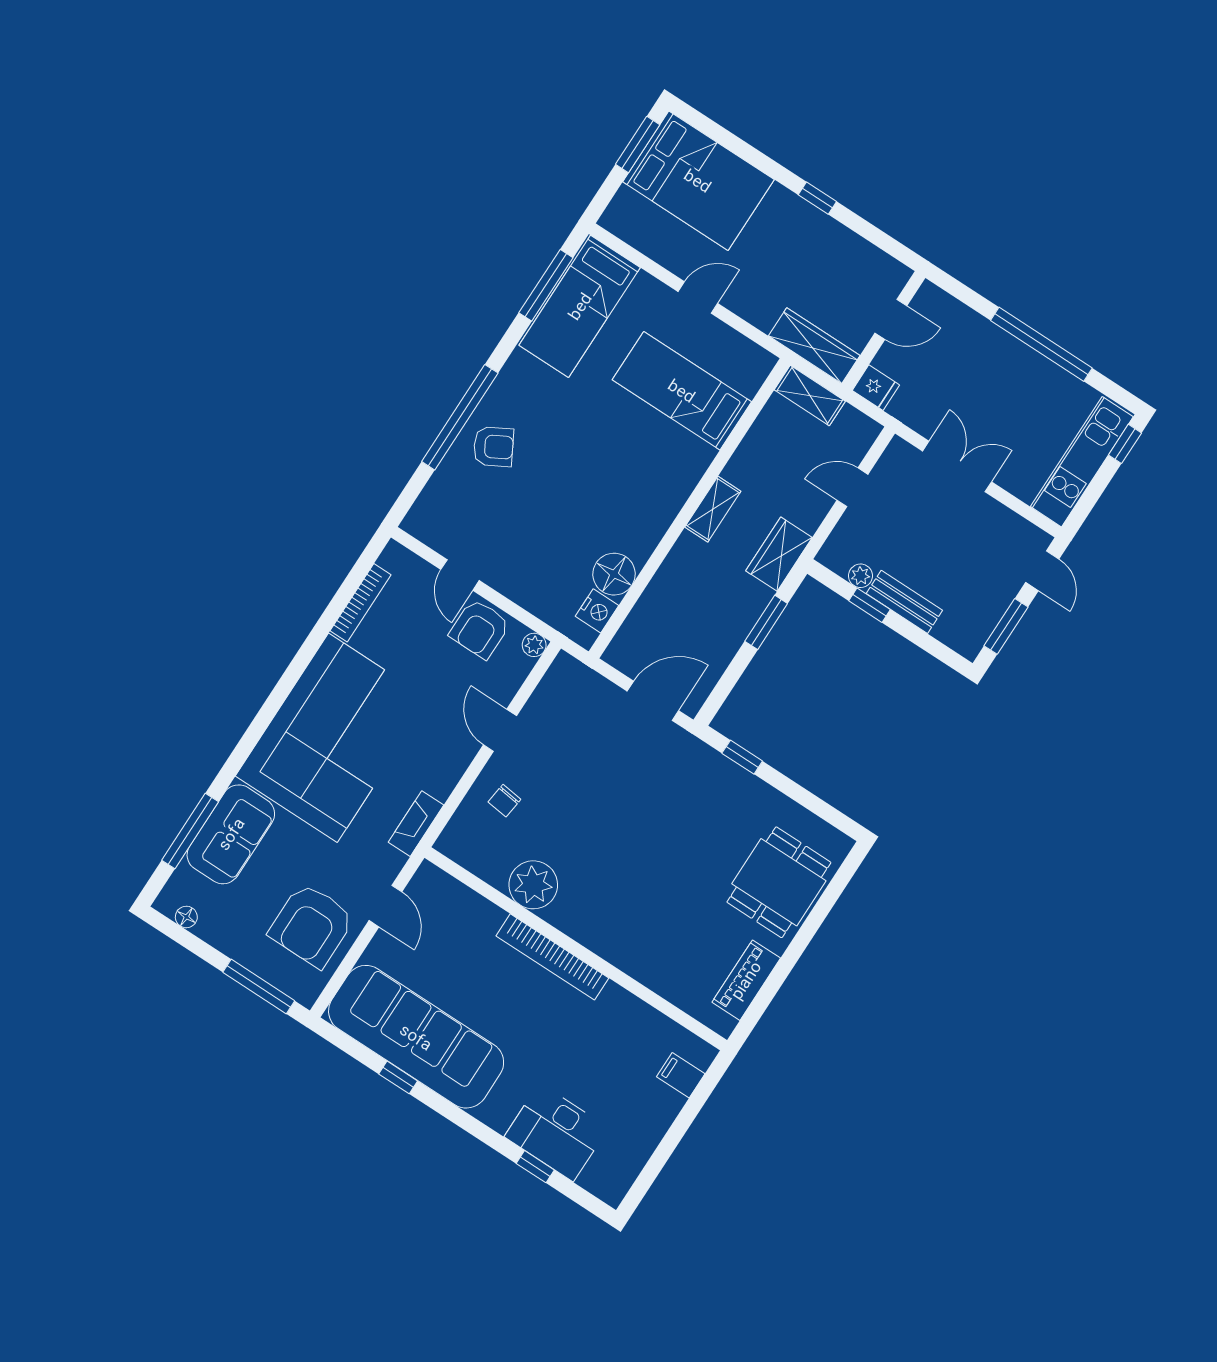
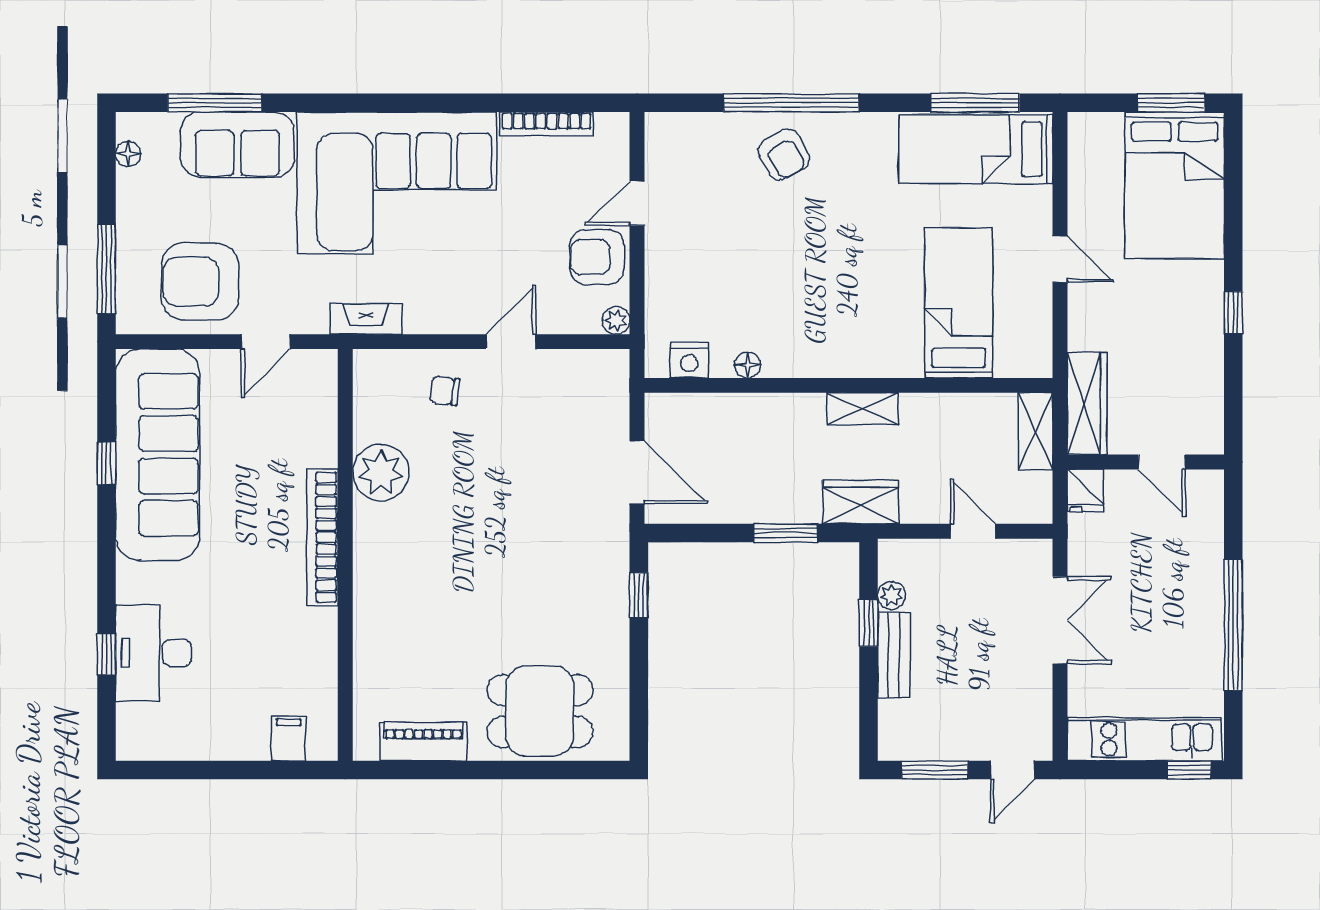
floor lamp: (614, 574) -> (748, 365), width x0.53, depth x0.53

